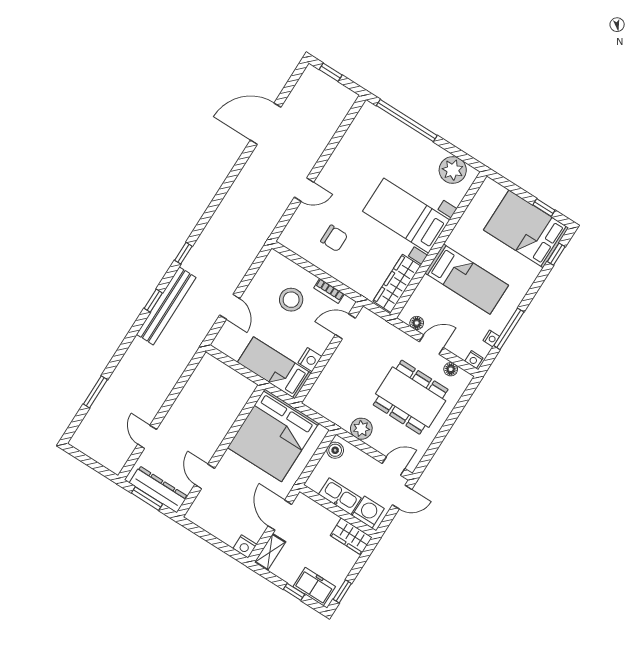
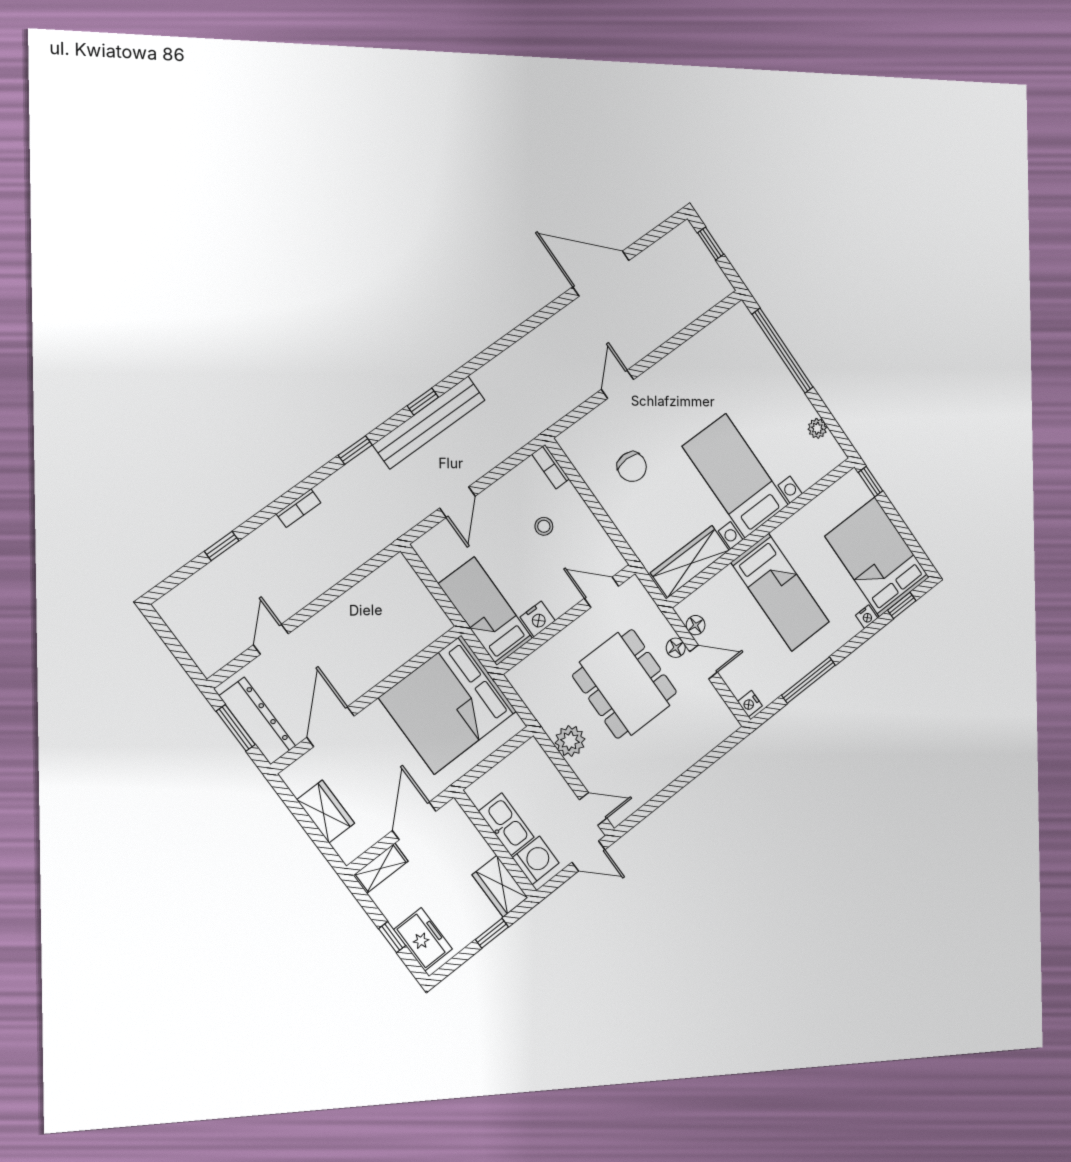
plant: (453, 170) -> (817, 428), width x0.53, depth x0.53
door: (304, 190) -> (617, 384), swing flipped
window: (544, 208) -> (871, 482), moved
bookcase: (329, 291) -> (551, 467), moved
stool: (291, 300) -> (544, 526), width x0.53, depth x0.53
bench: (166, 306) -> (429, 422), moved
nightstand: (491, 338) -> (867, 617), moved
bookcase: (133, 350) -> (299, 508), added
floor lamp: (451, 369) -> (676, 648), moved
window: (95, 392) -> (222, 546), width x0.67
dining table: (411, 397) -> (625, 684), moved
boiler: (335, 450) -> (524, 758), removed
door: (205, 476) -> (331, 727), width x1.38
wardrobe: (222, 529) -> (326, 812), added
nightstand: (245, 546) -> (348, 848), removed
window: (342, 591) -> (492, 933), moved

